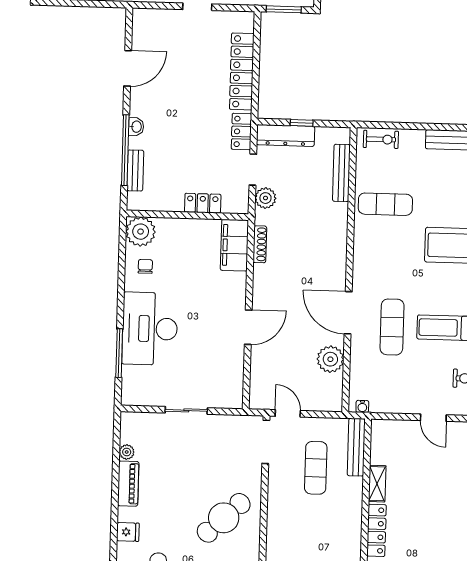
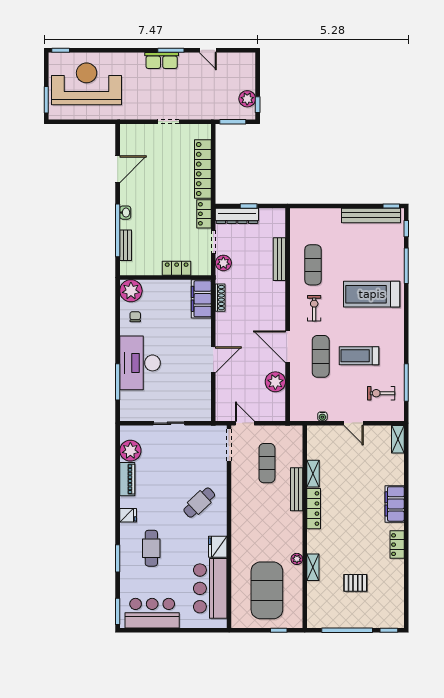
exercise bike: (381, 139) -> (314, 308), moved, turned -90
bench: (341, 173) -> (279, 259), moved
exercise mat: (385, 204) -> (313, 265), turned 90
water cooler: (362, 407) -> (322, 416), moved
bench: (356, 447) -> (297, 489), moved
plant: (127, 452) -> (130, 451), width x1.88, depth x1.88
cafe table: (224, 518) -> (199, 503), width x0.73, depth x0.74

